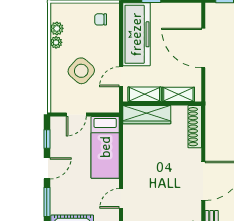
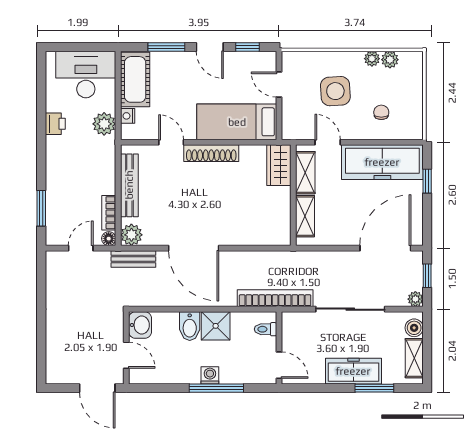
chair: (101, 19) -> (381, 112), moved
door: (203, 48) -> (385, 248), moved
side table: (81, 71) -> (335, 91), turned 45
wardrobe: (147, 115) -> (279, 165), width x0.67
shoe rack: (195, 127) -> (211, 153), moved, turned 180

